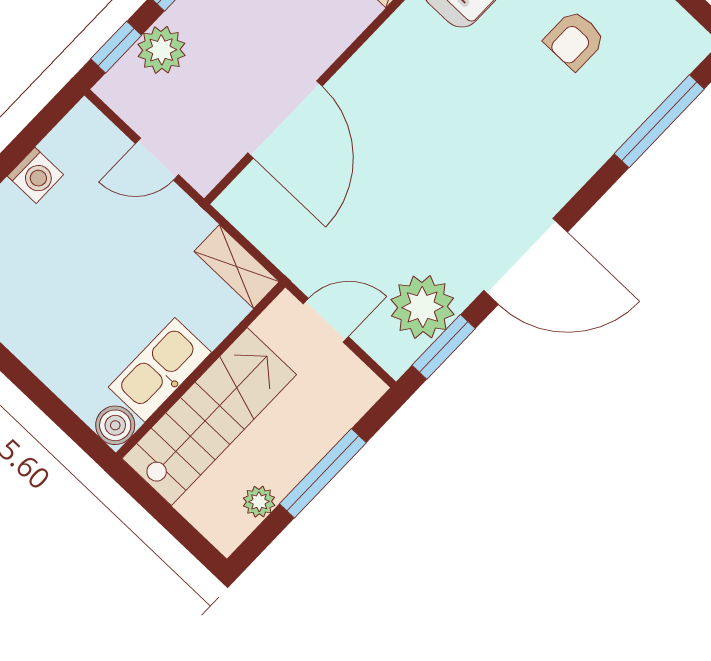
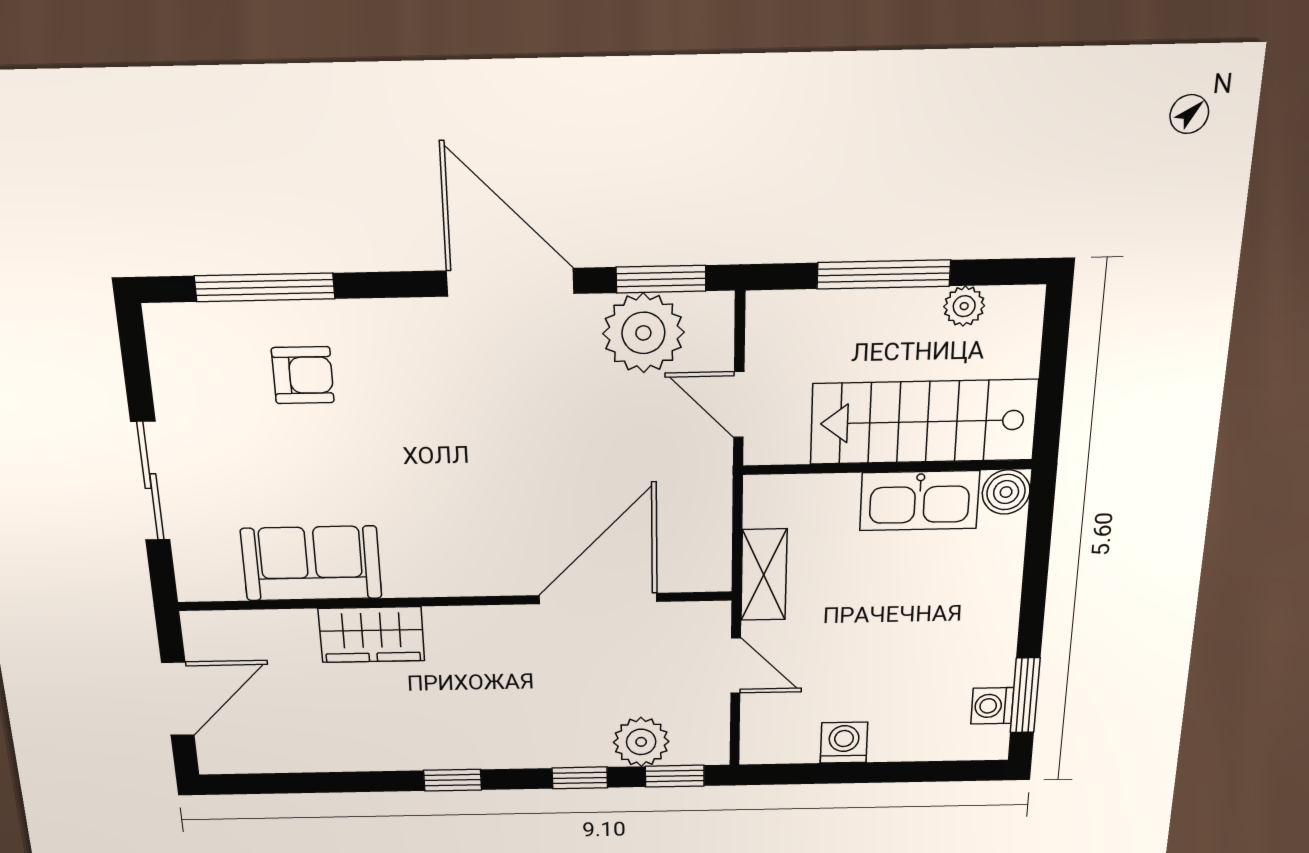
armchair: (575, 40) -> (303, 375), moved
shelving: (237, 267) -> (764, 575), moved

